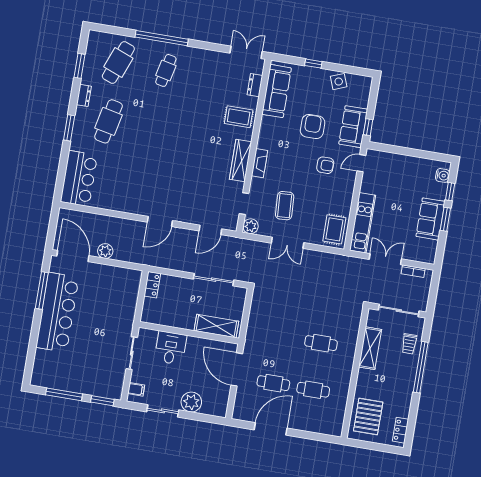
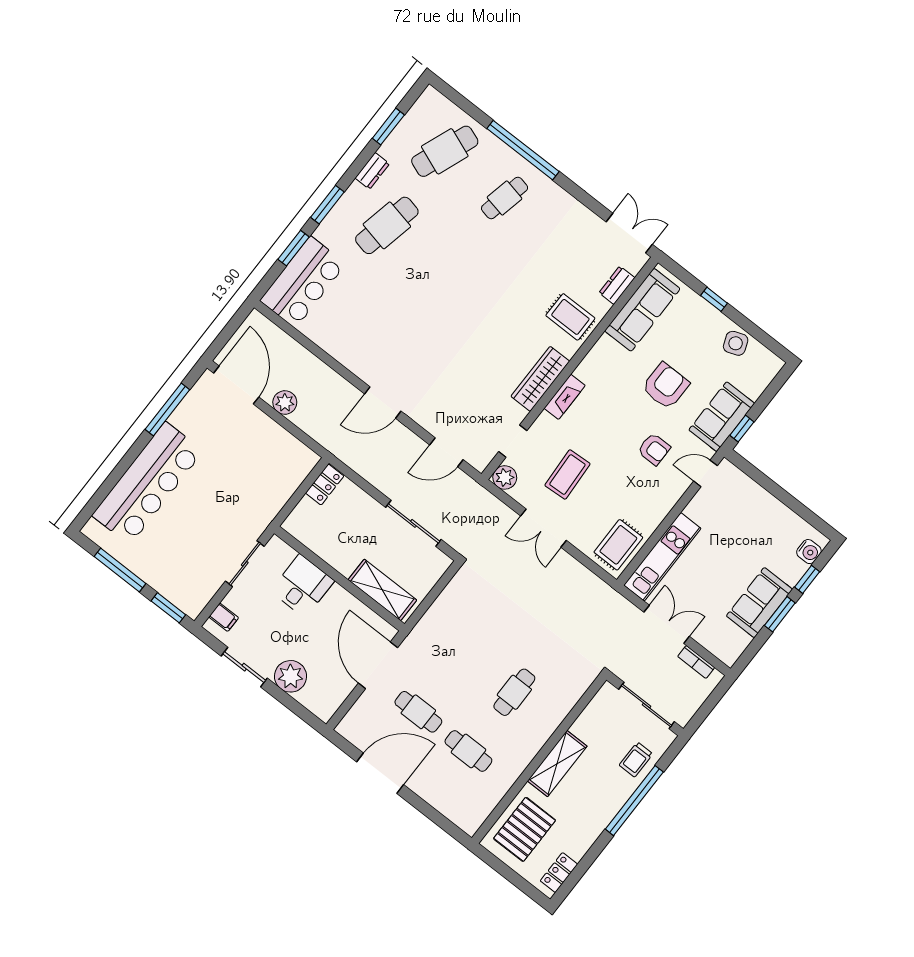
window: (63, 162) -> (293, 248), added
bar counter: (57, 312) -> (148, 483), moved
cafe table: (321, 343) -> (514, 692), turned 90
shelving: (370, 348) -> (557, 764), moved

